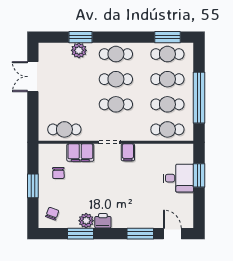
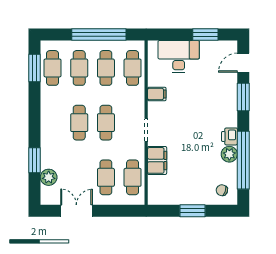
plant: (79, 50) -> (49, 177), moved
cafe table: (116, 54) -> (106, 177), moved
double door: (33, 77) -> (76, 211), swing flipped
filing cabinet: (128, 152) -> (157, 94), moved
chair: (58, 173) -> (179, 184), removed
window: (199, 175) -> (205, 34), moved
desk: (178, 178) -> (179, 56), width x1.37
window: (81, 234) -> (243, 160), width x2.11

